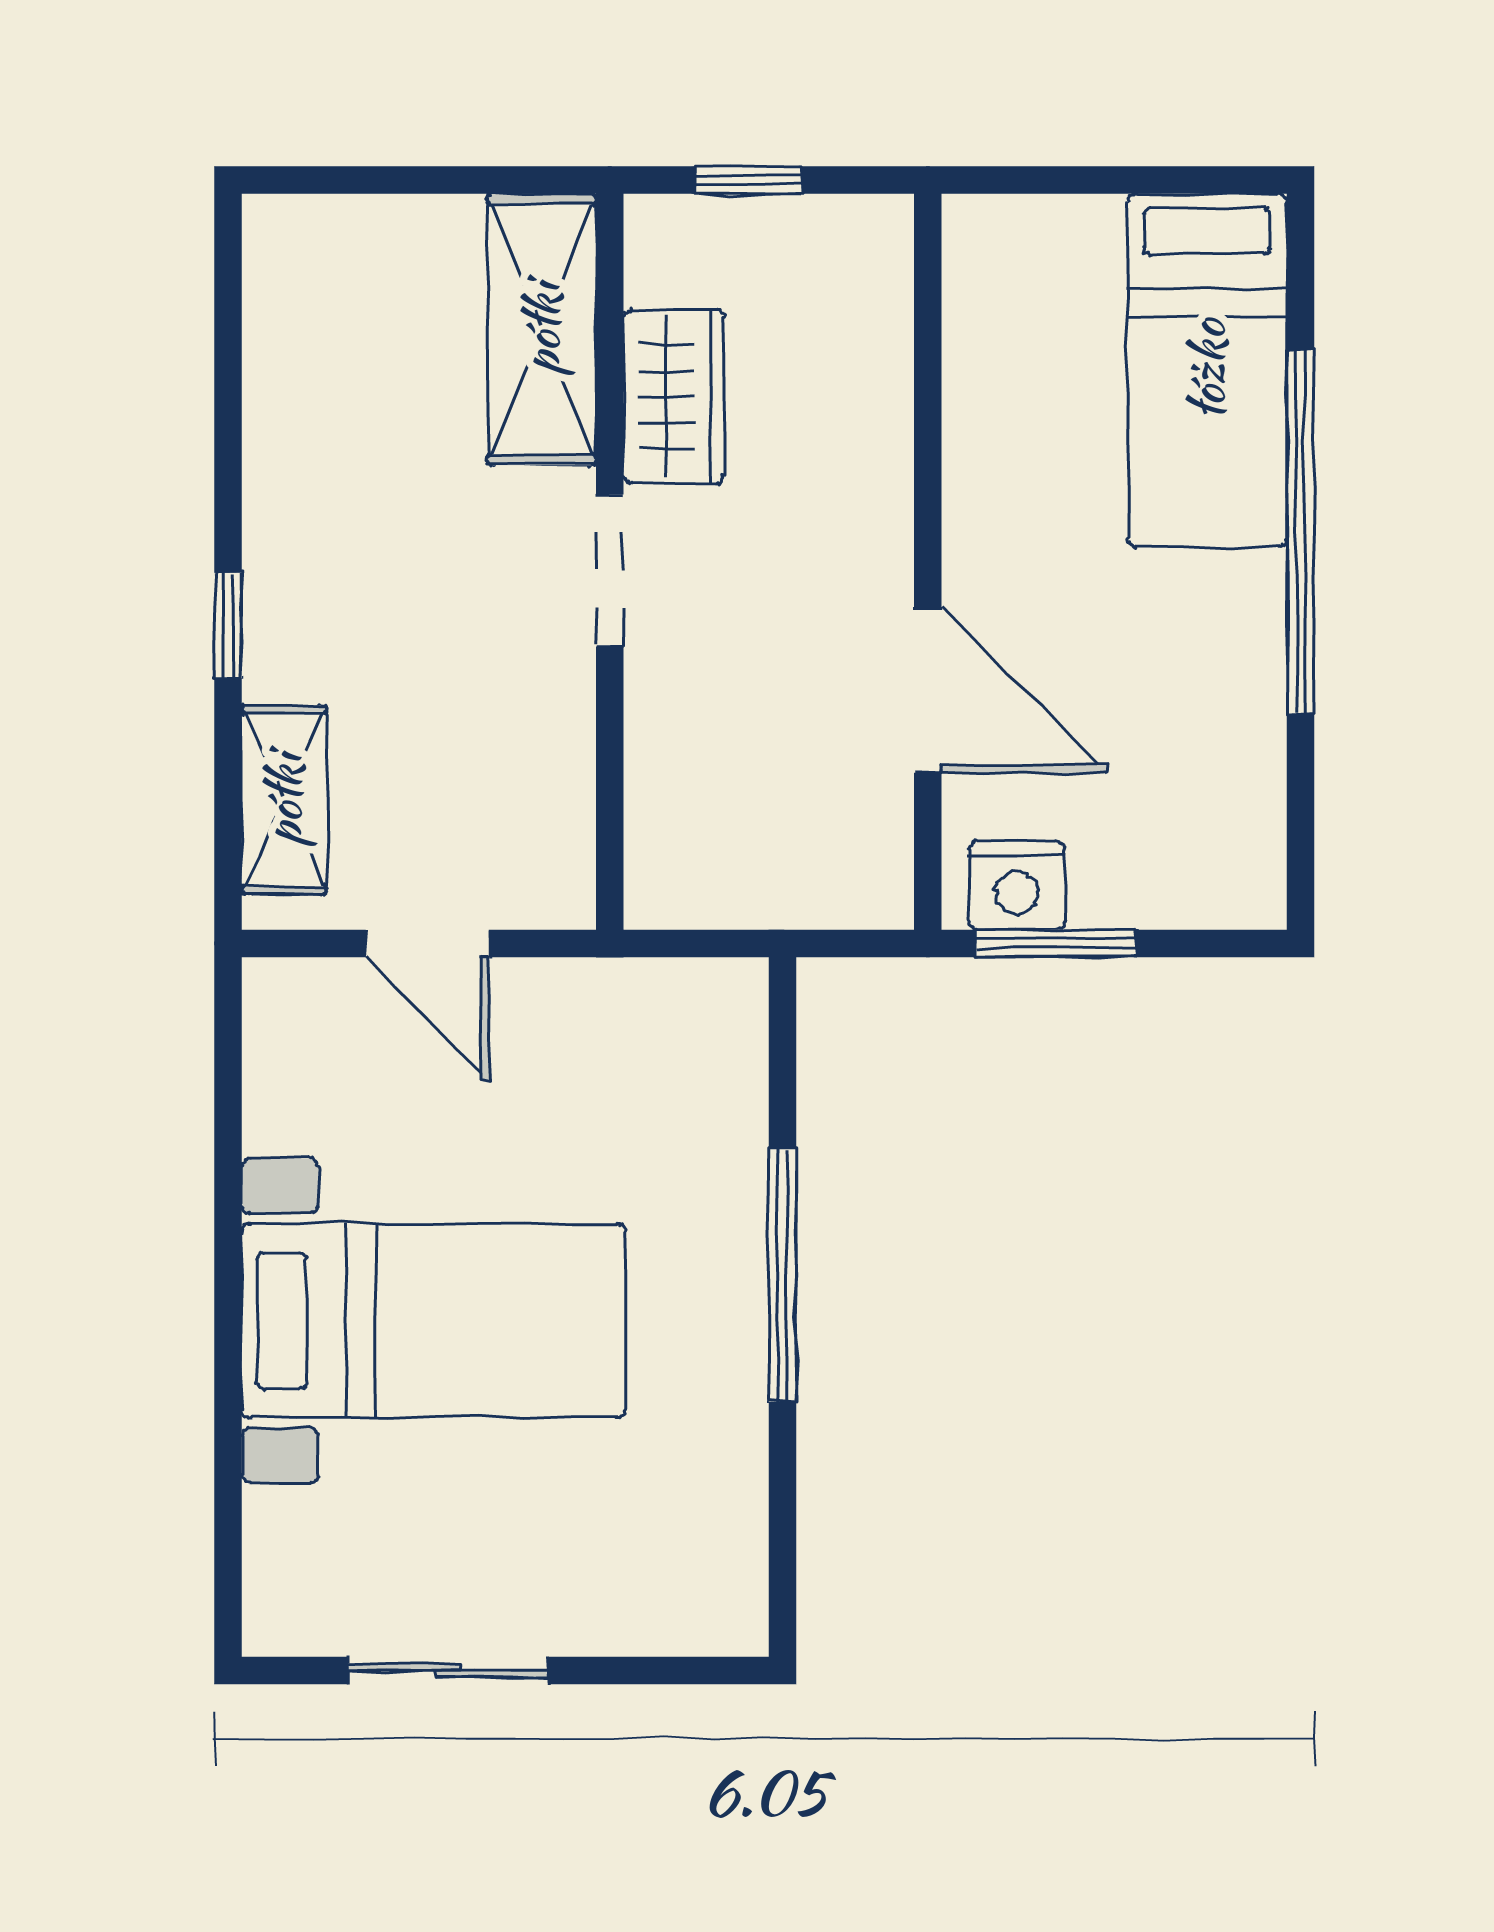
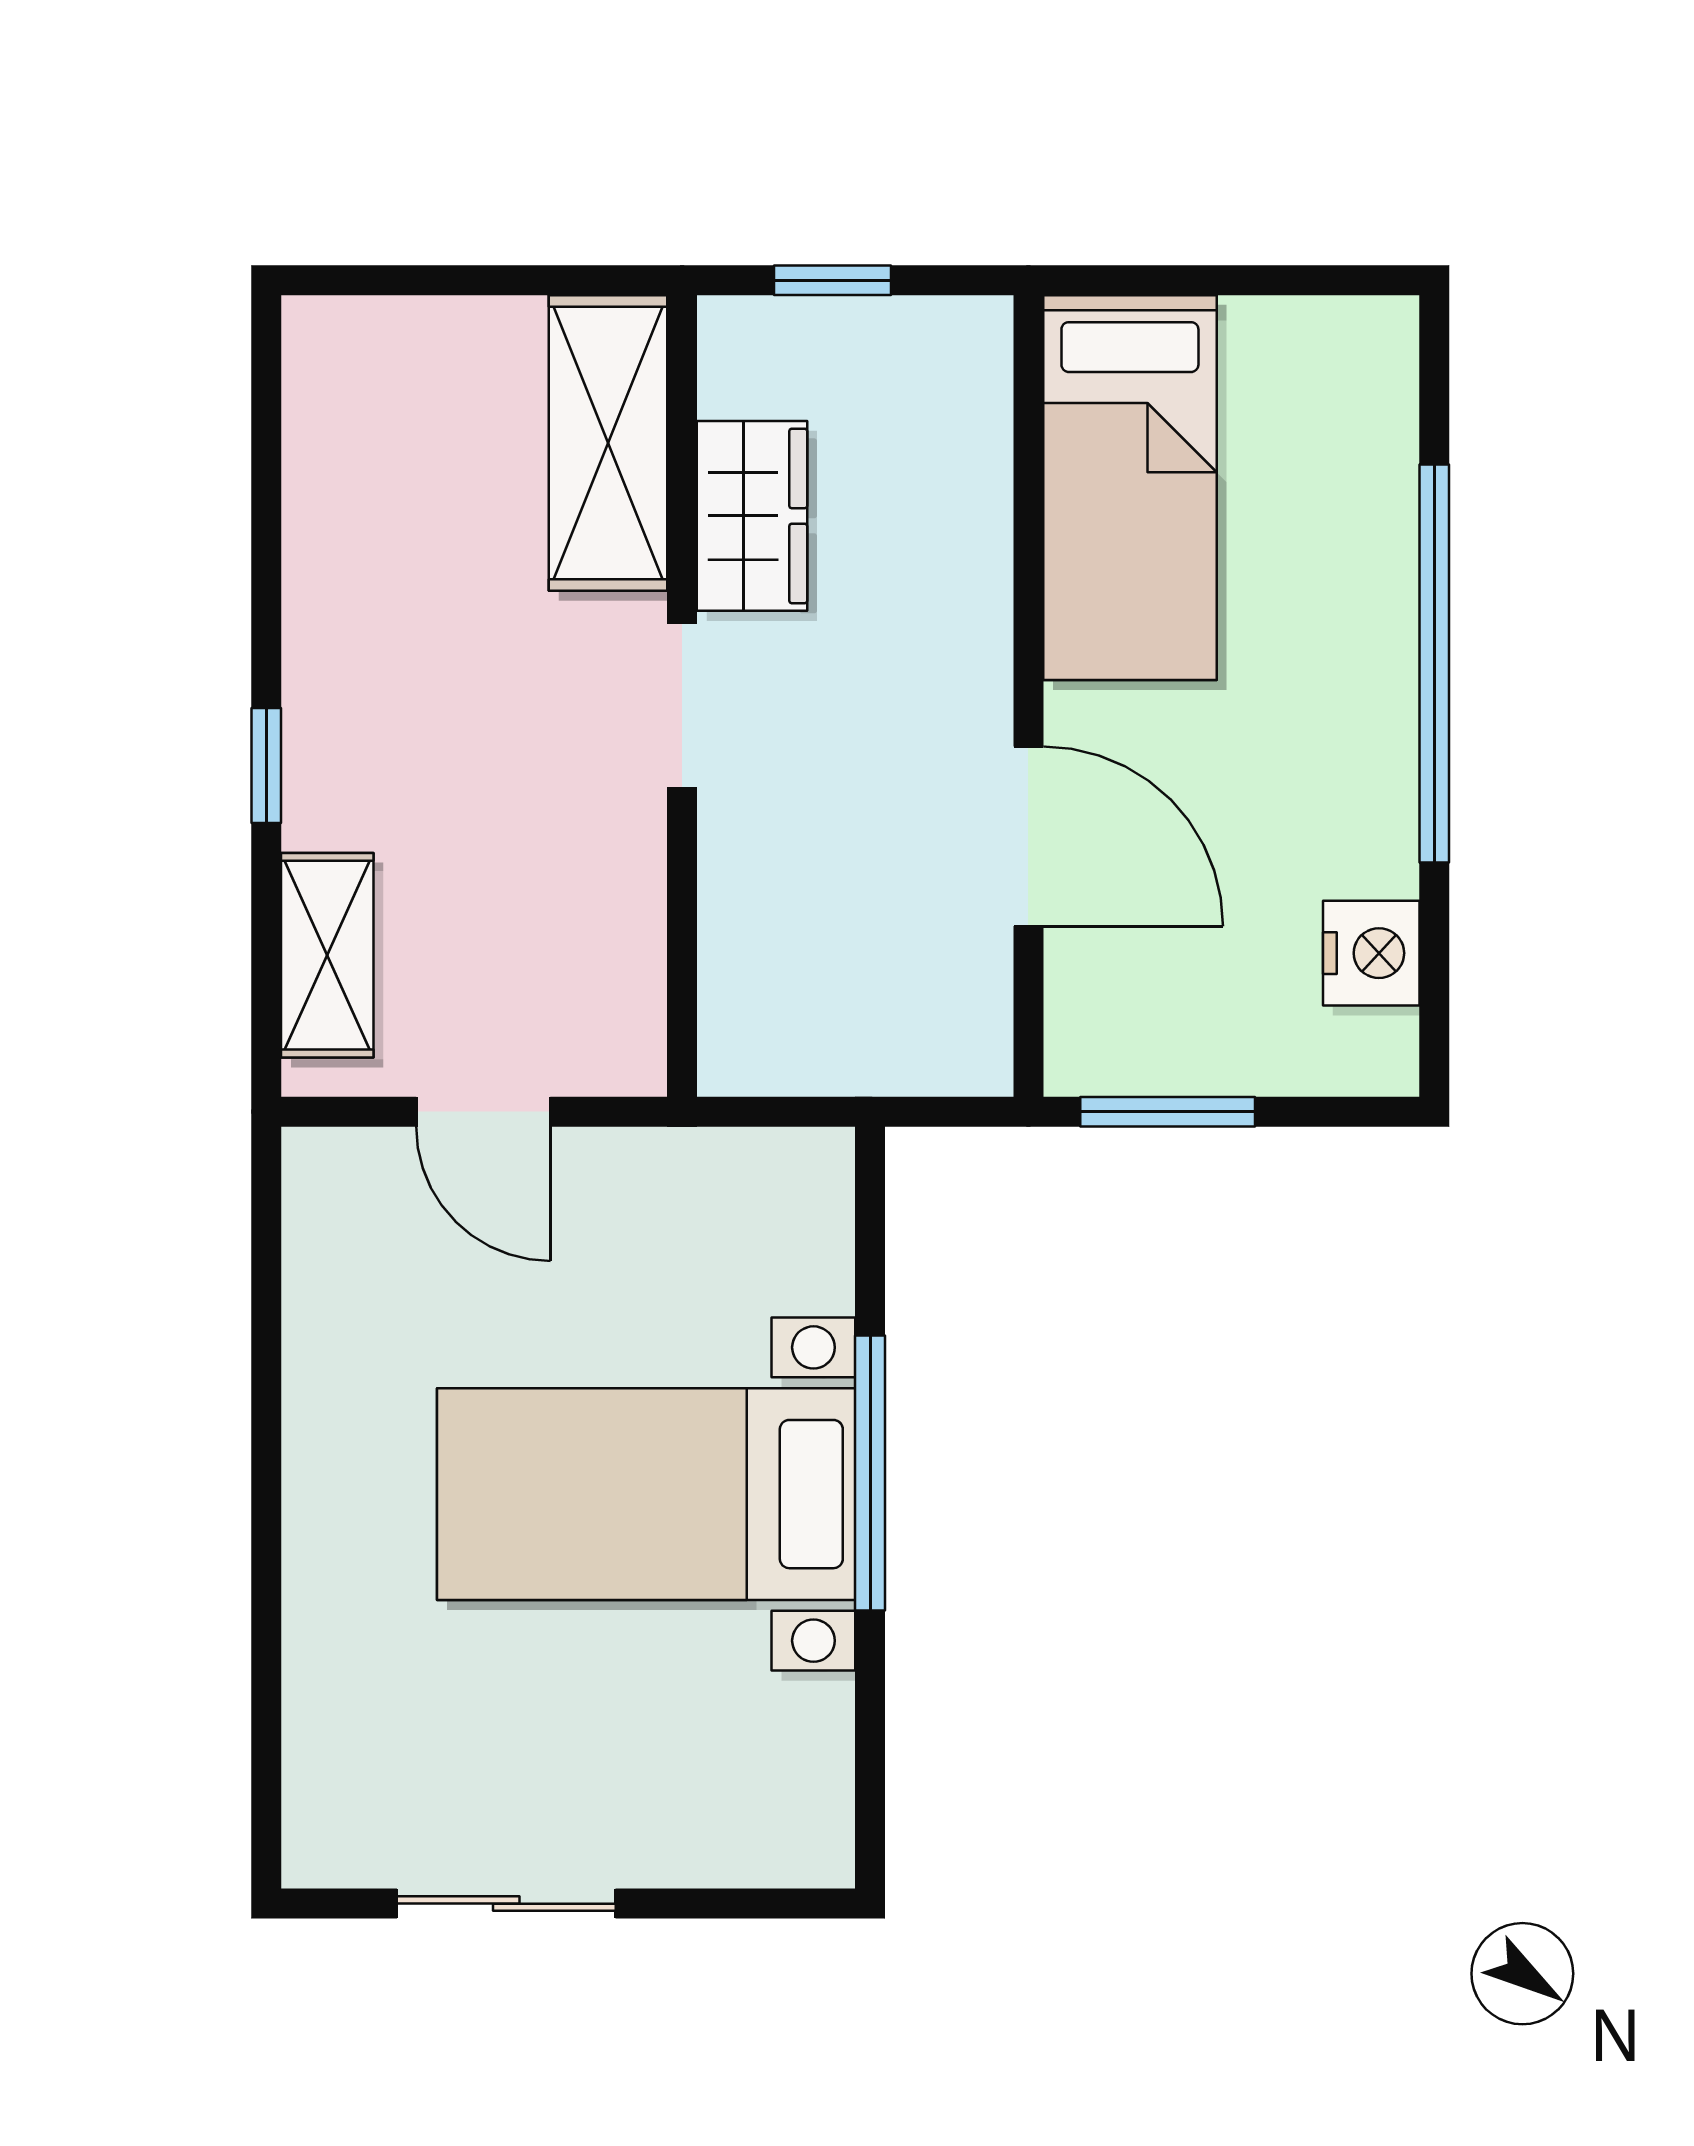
bed: (1207, 370) -> (1130, 488), moved
nightstand: (1017, 886) -> (1371, 953), moved, turned -90
bed with nightstands: (434, 1320) -> (646, 1494), moved, turned 180

